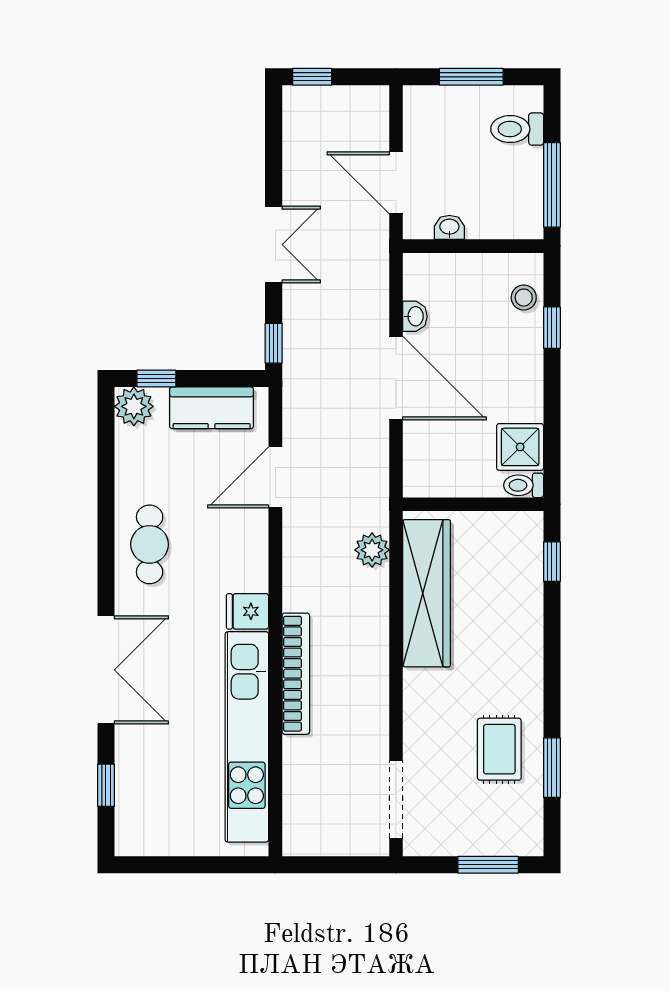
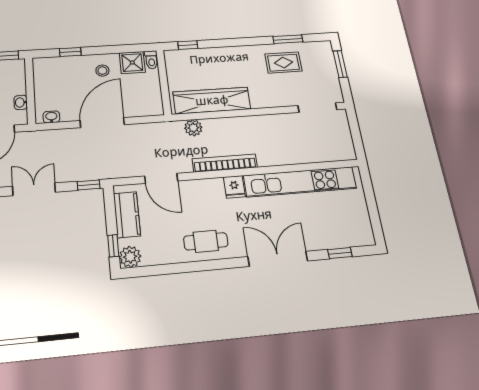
stool: (524, 298) -> (102, 71), moved
washbasin: (415, 316) -> (51, 117), moved
bookcase: (296, 674) -> (225, 163), moved

